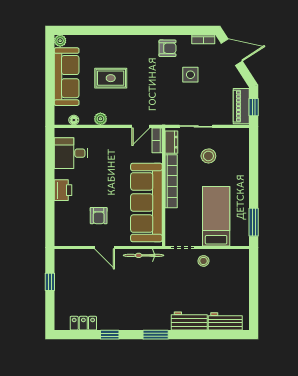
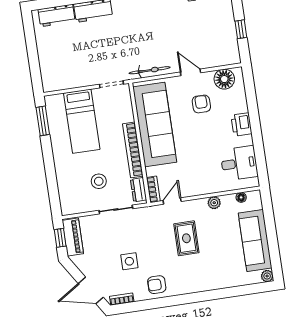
rug: (111, 78) -> (186, 238), moved, turned 90
floor lamp: (73, 236) -> (224, 79), added
stool: (204, 261) -> (88, 74), removed

